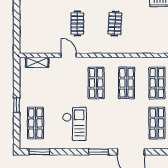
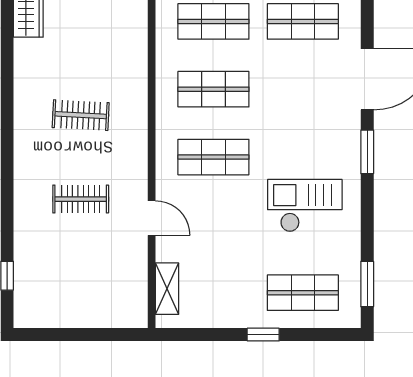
door: (69, 55) -> (152, 218), swing flipped

